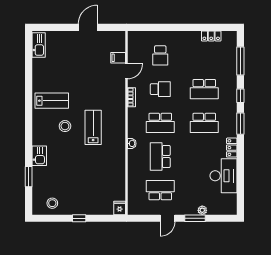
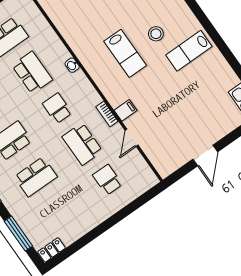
locker: (211, 36) -> (52, 250), moved
filing cabinet: (118, 58) -> (125, 110), moved
school desk: (160, 89) -> (82, 144), width x1.85
school desk: (204, 89) -> (36, 177), turned 180
school desk: (160, 123) -> (57, 108), width x0.54

